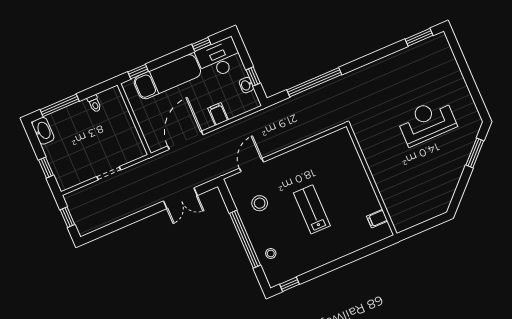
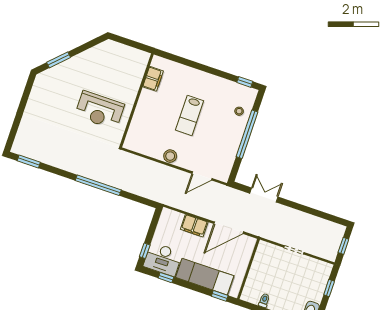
window: (253, 76) -> (145, 251), moved
window: (314, 82) -> (98, 185), moved
washbasin: (246, 85) -> (161, 228), removed
filing cabinet: (218, 114) -> (194, 226), width x2.00
reception desk: (427, 122) -> (100, 110), moved
stool: (260, 203) -> (170, 156), moved
filing cabinet: (377, 219) -> (153, 79), width x2.00

